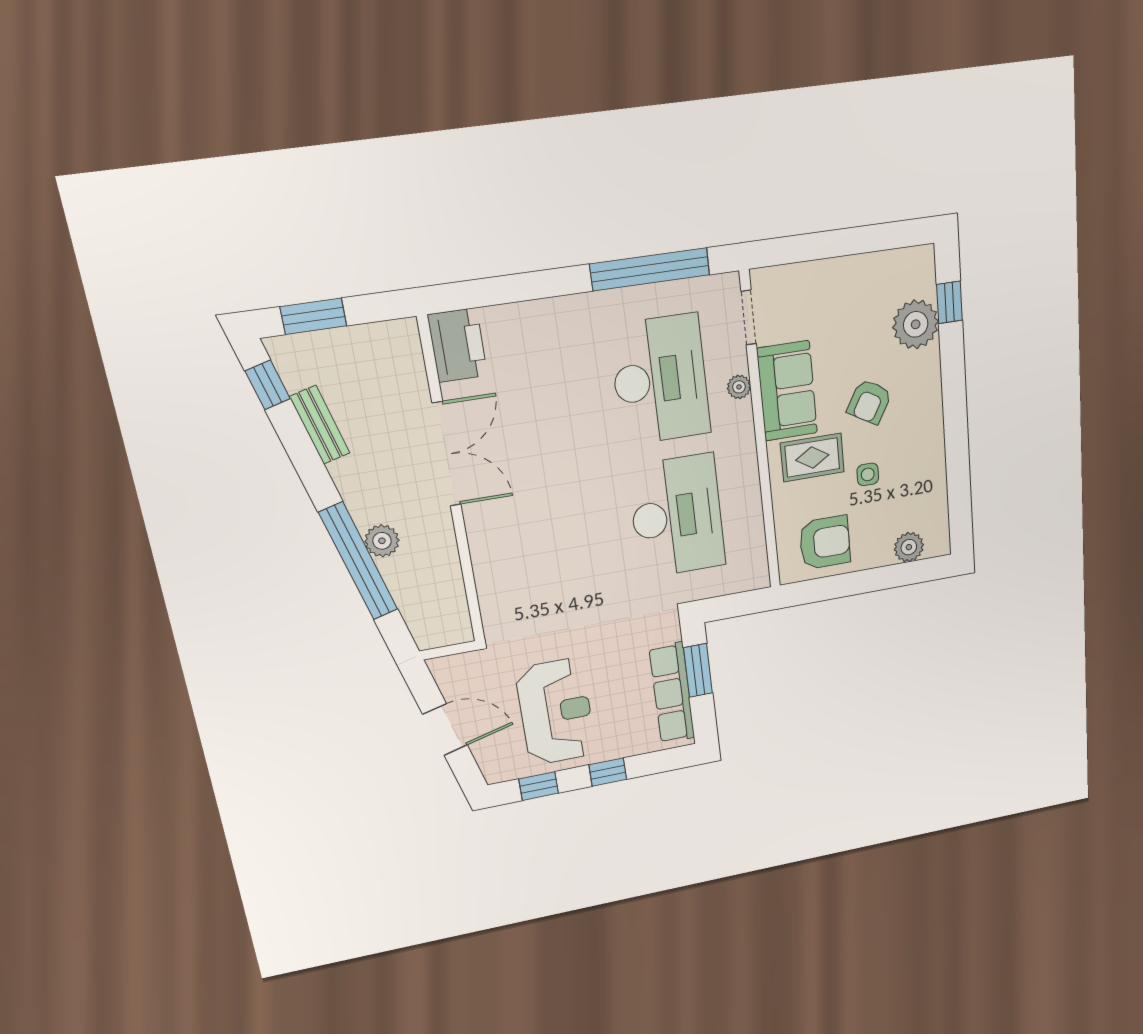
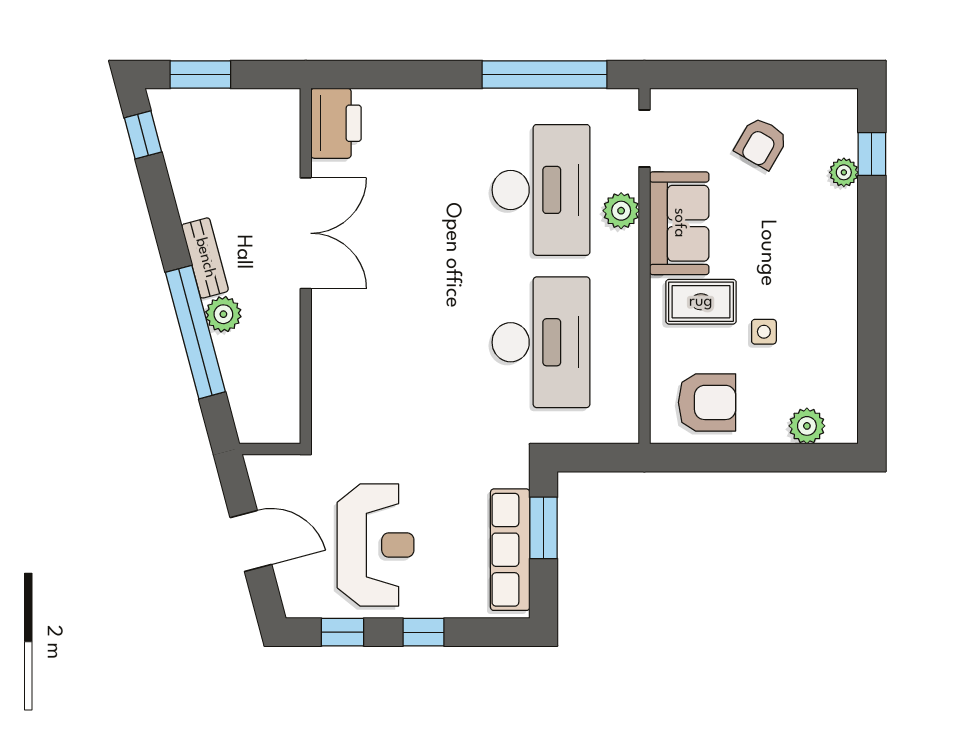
plant: (916, 324) -> (844, 172), width x0.53, depth x0.53
plant: (739, 387) -> (621, 211), width x1.38, depth x1.38
armchair: (869, 402) -> (761, 143), moved
bench: (320, 425) -> (205, 258), moved

